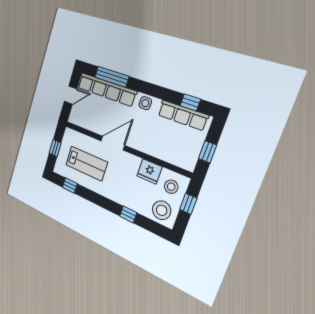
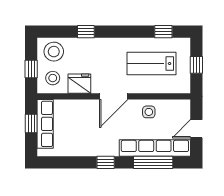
window: (190, 102) -> (106, 162), moved
side table: (145, 103) -> (149, 112), moved
row of seats: (183, 115) -> (45, 124), moved, turned 90
door: (113, 143) -> (114, 96), moved

